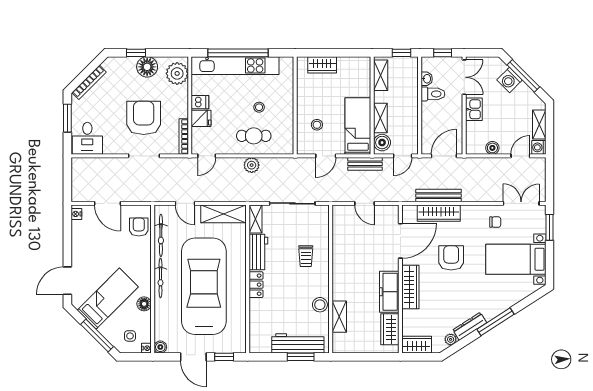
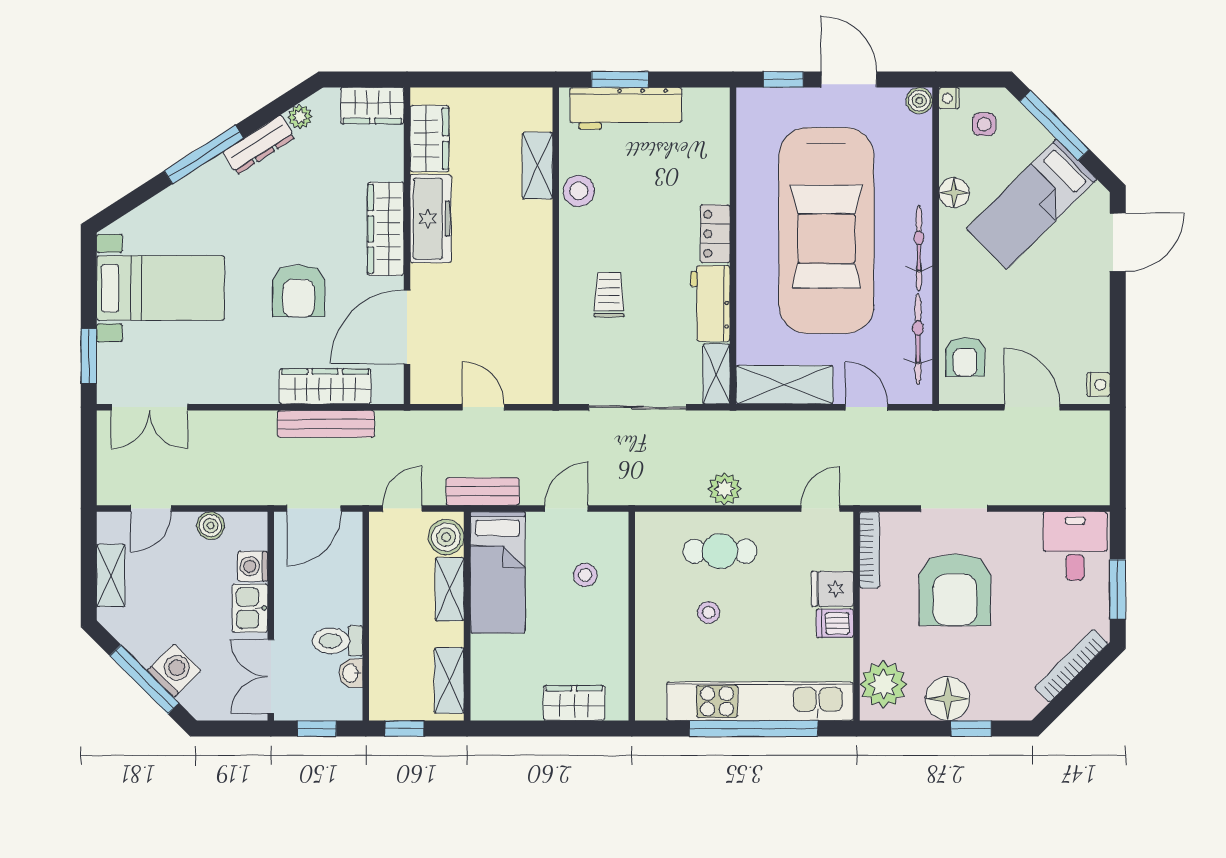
washing machine: (539, 147) -> (253, 566), moved, turned 180
chair: (495, 222) -> (205, 367), removed

